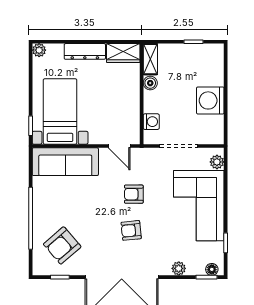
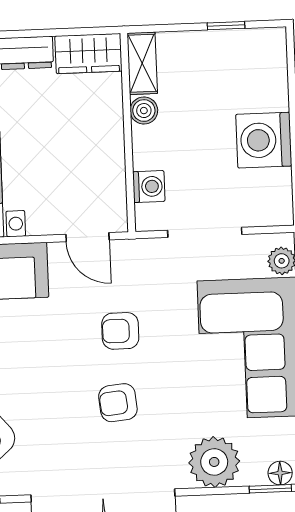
plant: (179, 268) -> (214, 462), width x1.88, depth x1.88

